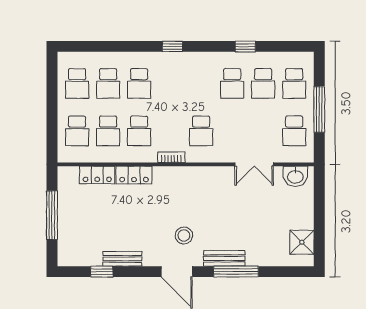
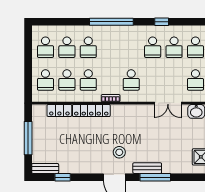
window: (172, 46) -> (111, 22), width x3.17
locker: (134, 175) -> (91, 110), width x1.53
bench: (122, 259) -> (45, 168), moved

